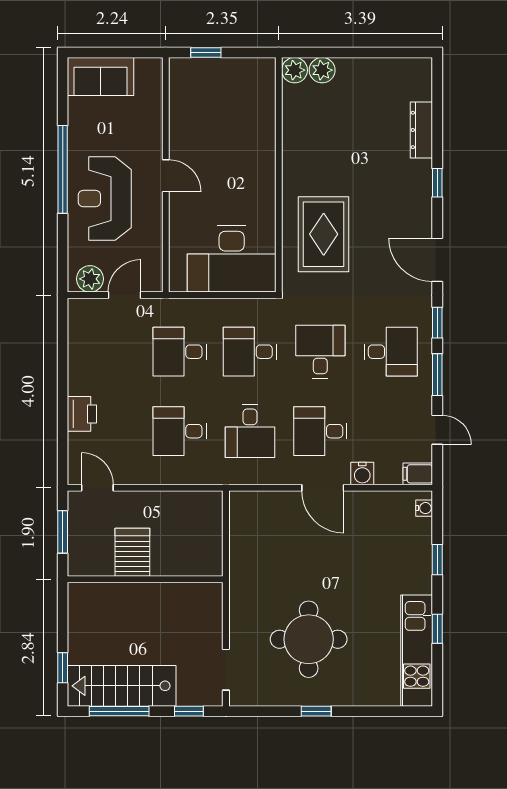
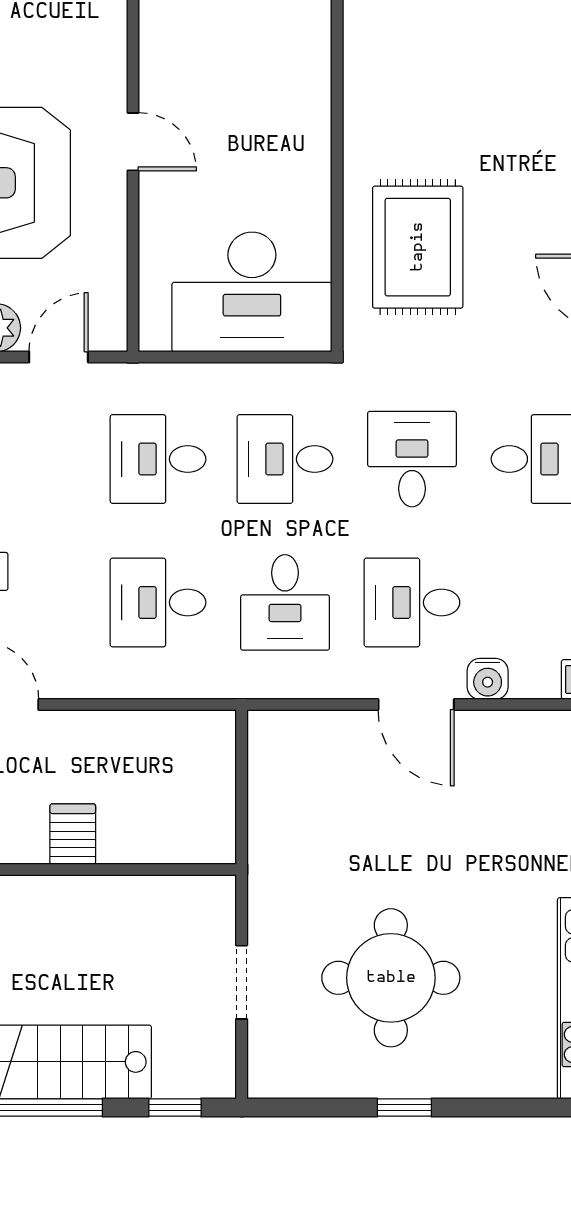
server rack: (132, 552) -> (73, 834), width x0.73, depth x0.70
doorway: (226, 670) -> (242, 982), moved

